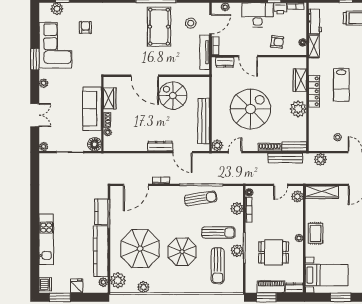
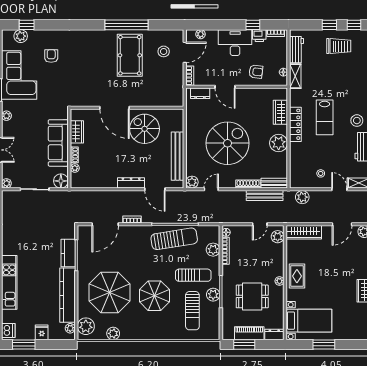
tv unit: (205, 52) -> (179, 83), removed
sun lounger: (201, 198) -> (174, 239), width x1.36, depth x1.34

